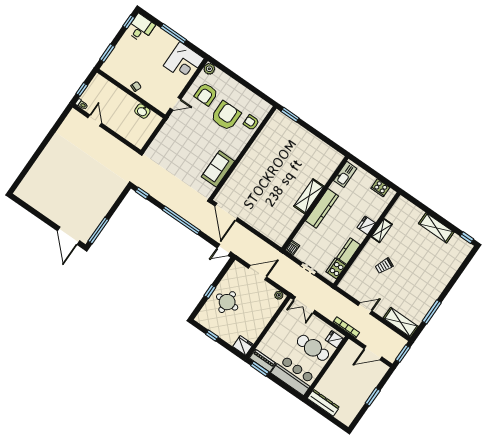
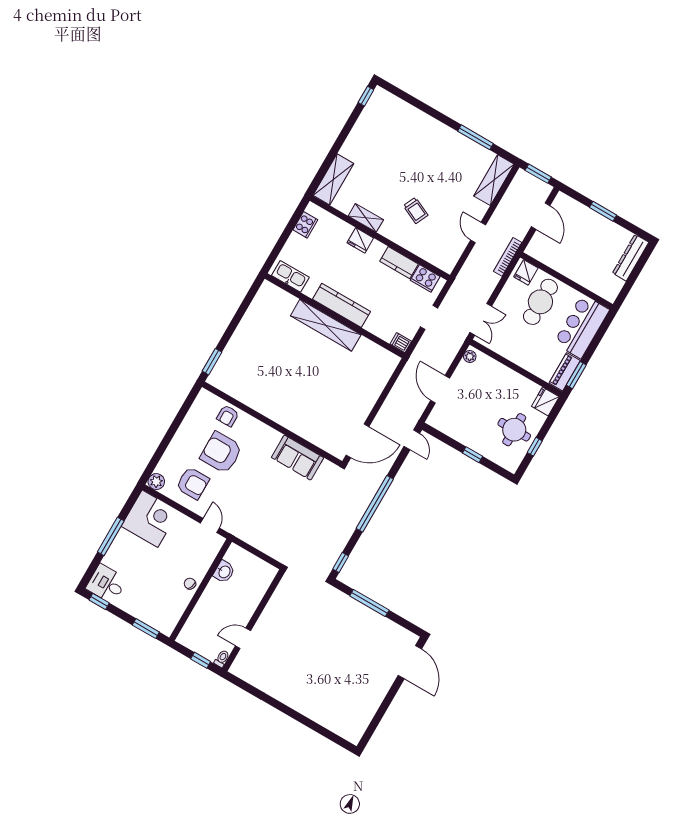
shelving: (309, 196) -> (326, 325), width x1.47
shelving: (436, 228) -> (333, 179), moved
window: (98, 231) -> (369, 603), moved
door: (68, 236) -> (410, 662), hinge flipped
round table: (227, 302) -> (514, 430), moved
dresser: (323, 403) -> (631, 258), moved

